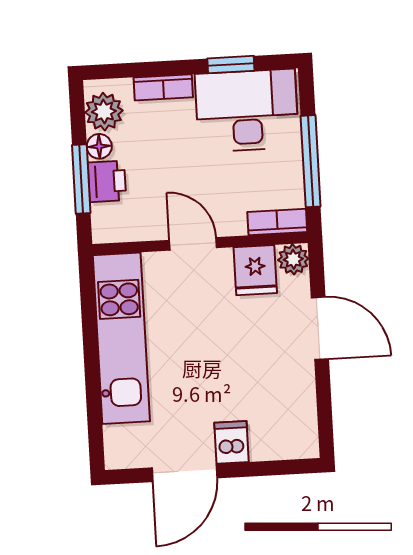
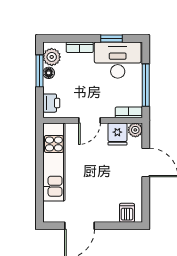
window: (81, 179) -> (40, 71), moved
printer: (107, 181) -> (51, 103), moved
door: (193, 244) -> (89, 120), swing flipped
dishwasher: (231, 442) -> (127, 213), moved

